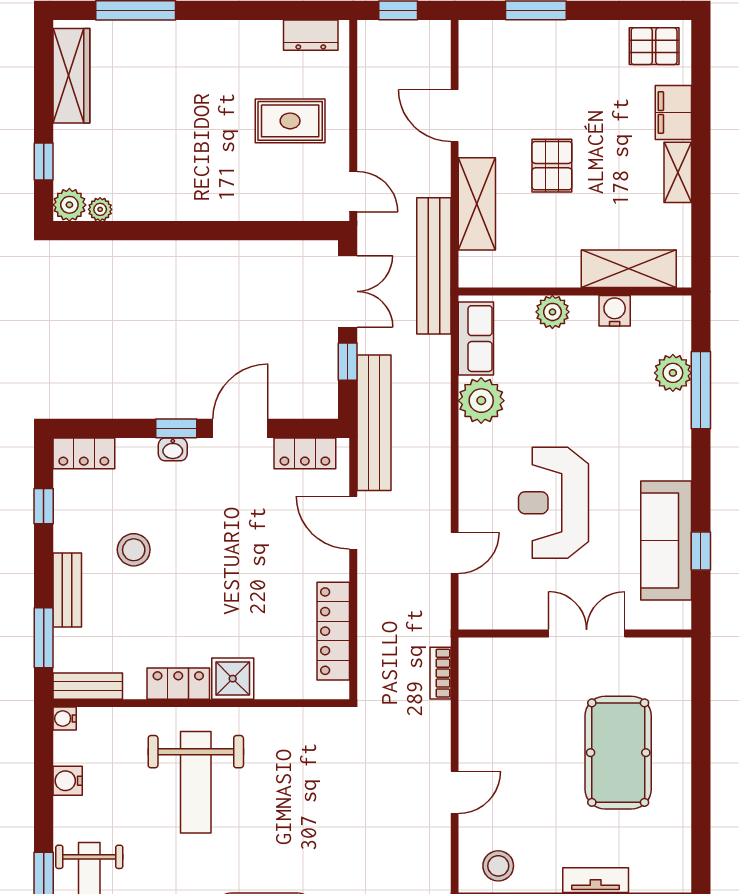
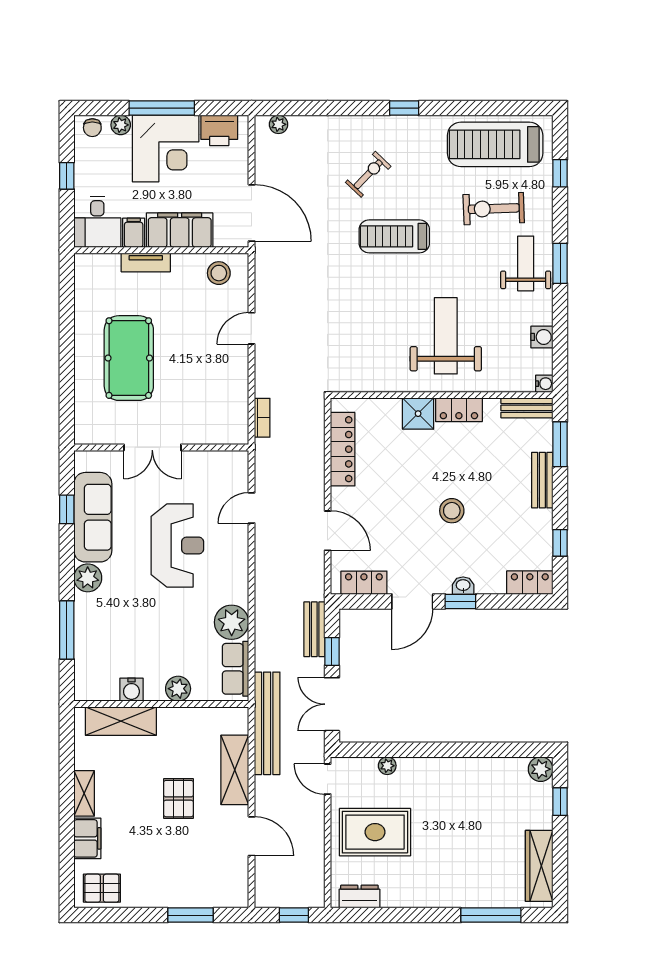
rug: (290, 121) -> (375, 832), width x1.36, depth x1.43
plant: (100, 209) -> (387, 766), moved
plant: (673, 373) -> (88, 578), moved
bench: (374, 423) -> (314, 629), width x0.54, depth x0.82
stool: (134, 550) -> (452, 511), moved

